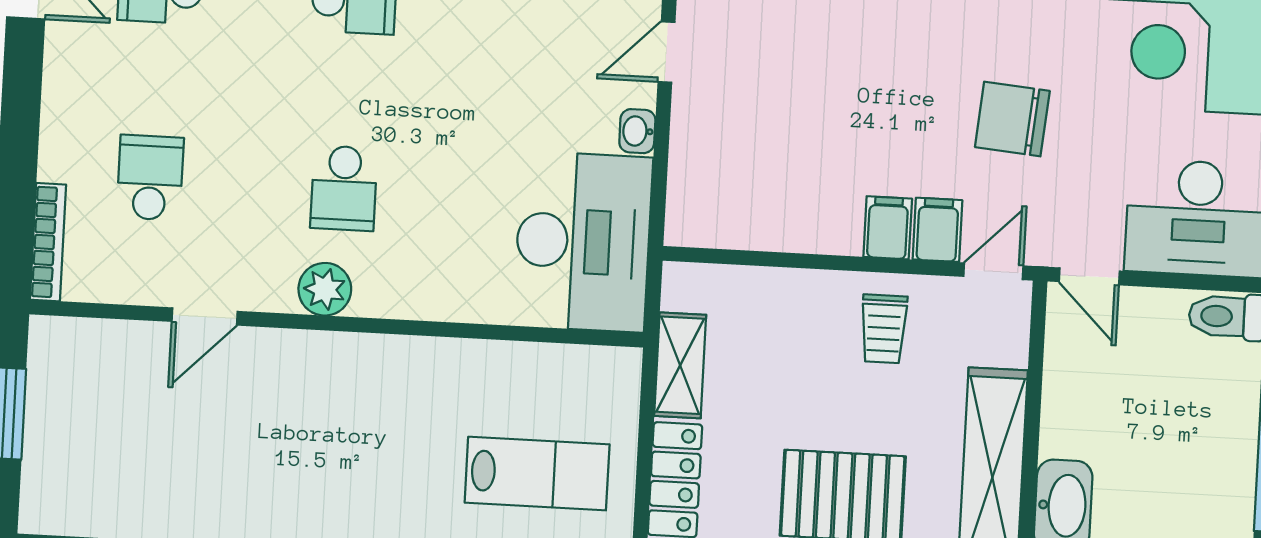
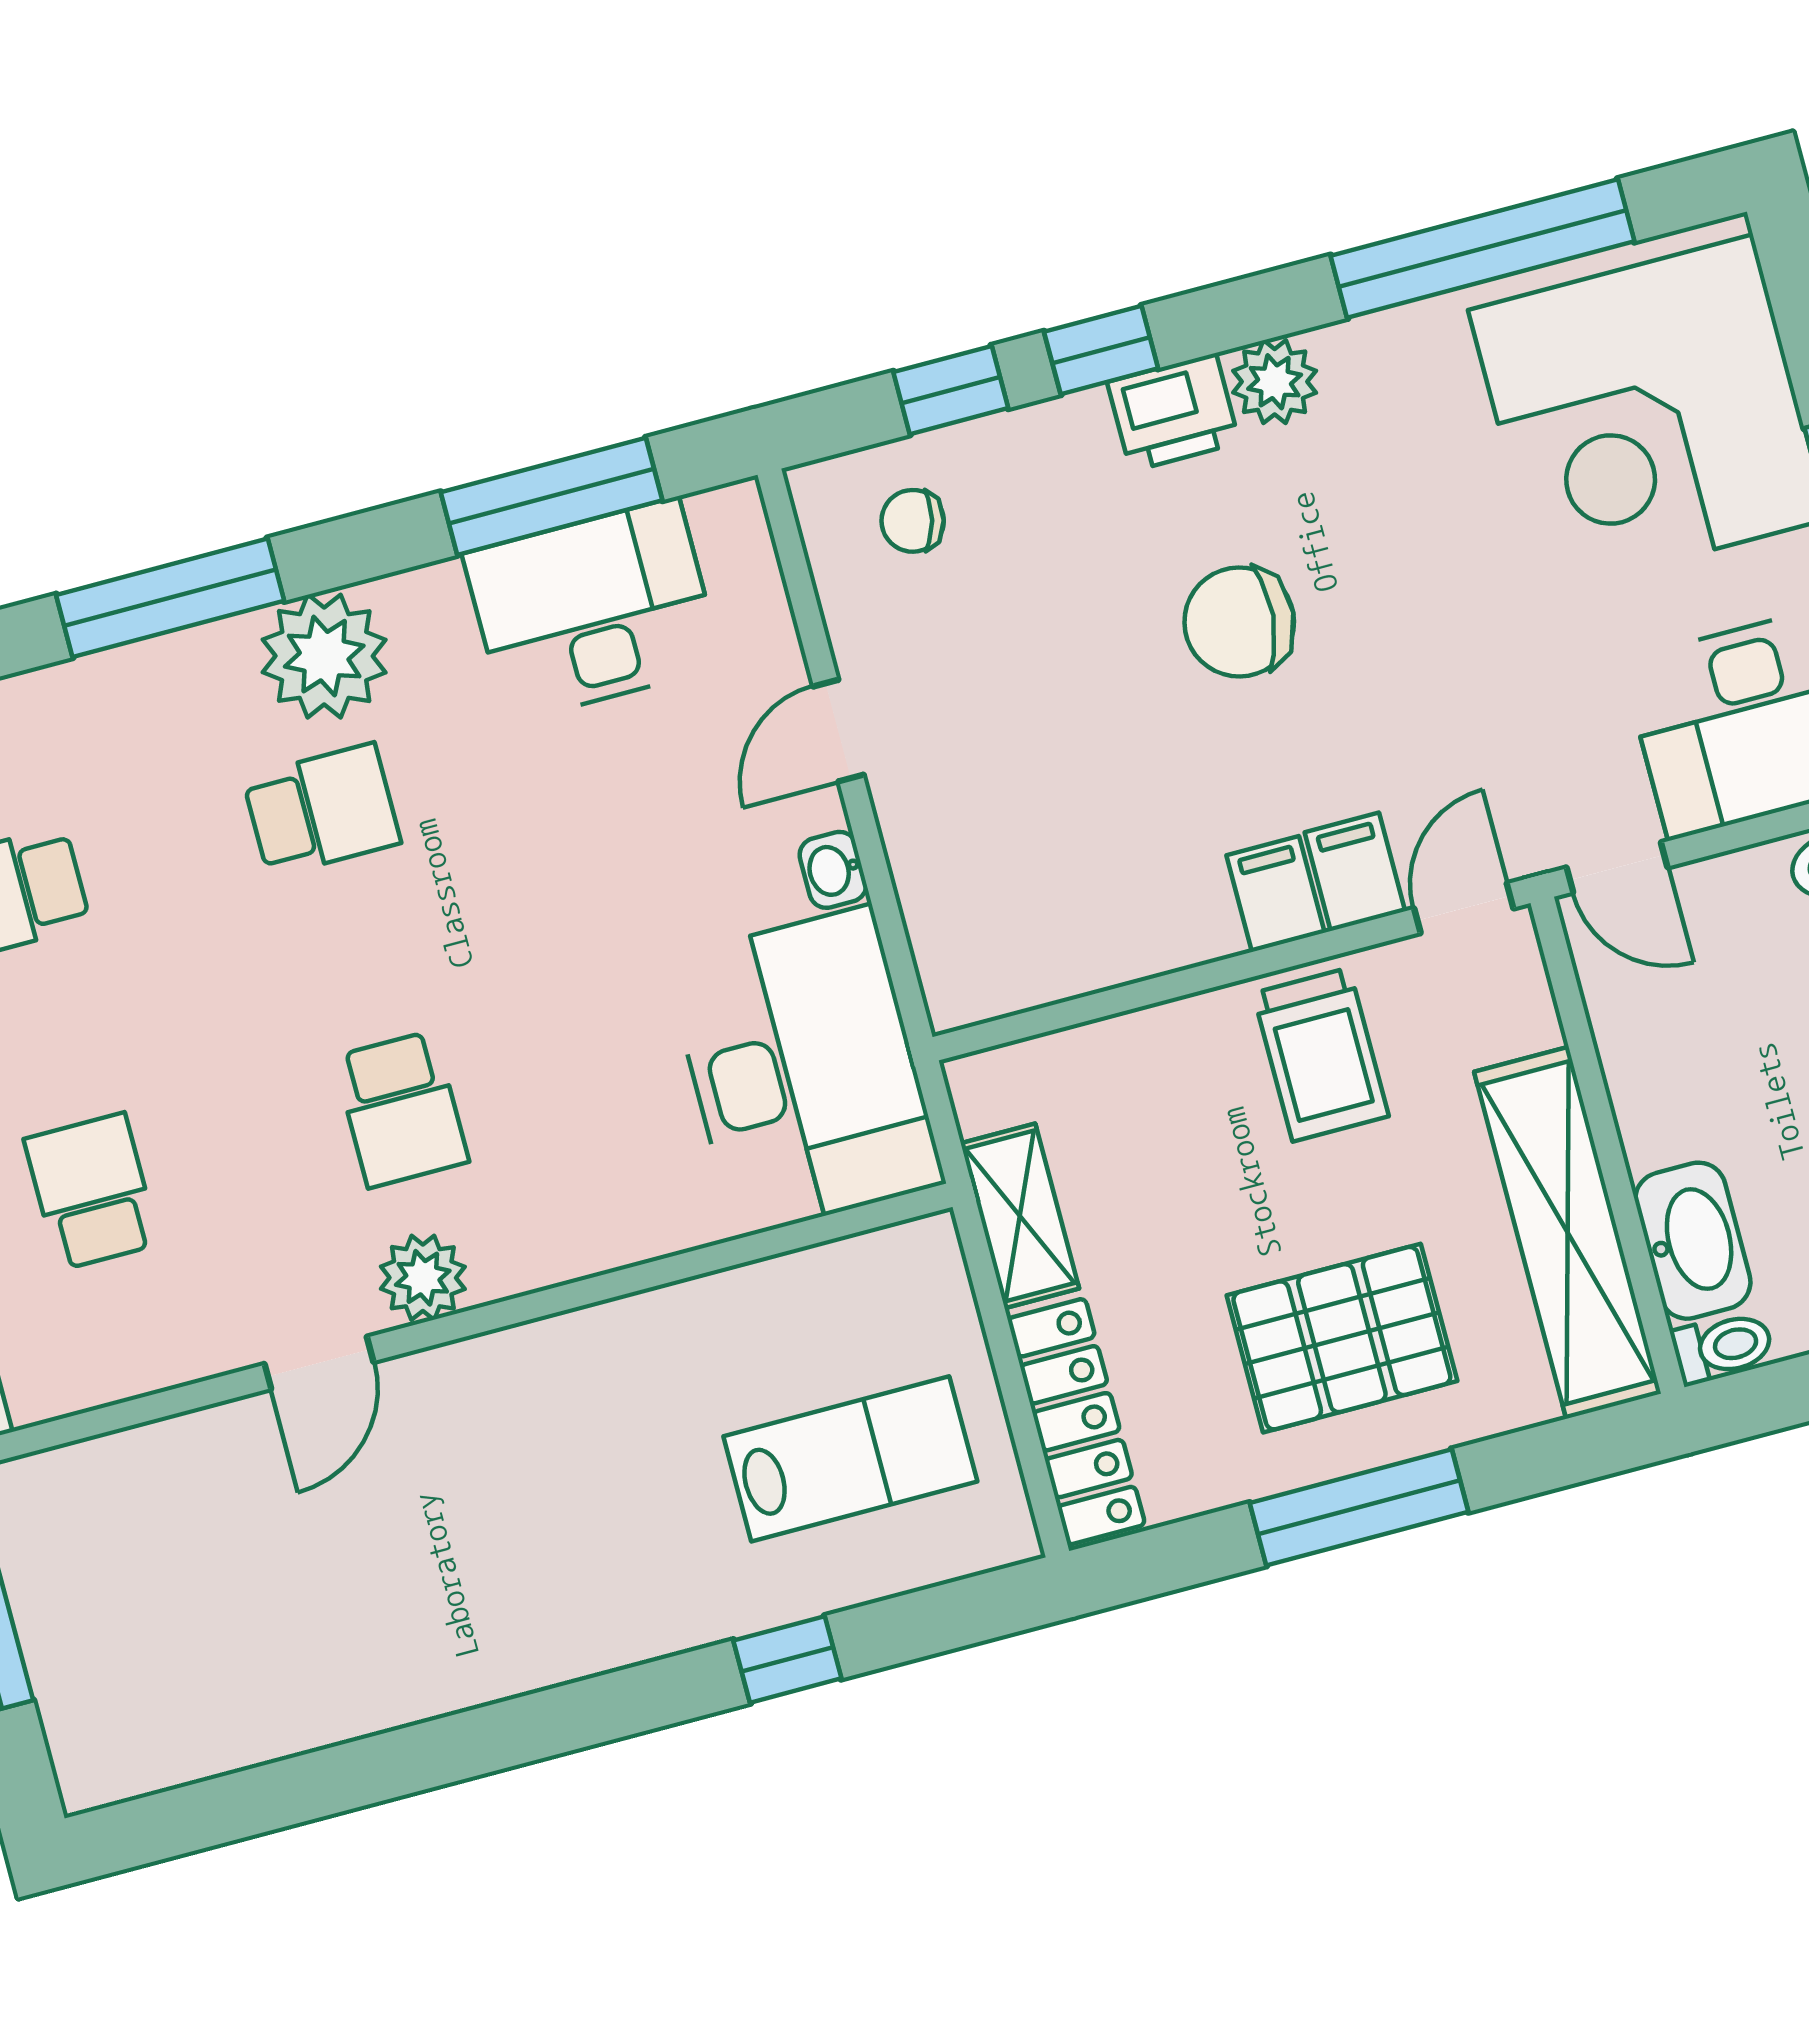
chair: (1012, 119) -> (1239, 622), moved
door: (205, 316) -> (319, 1363), moved
trolley: (884, 329) -> (1321, 1055), width x1.36, depth x1.39

